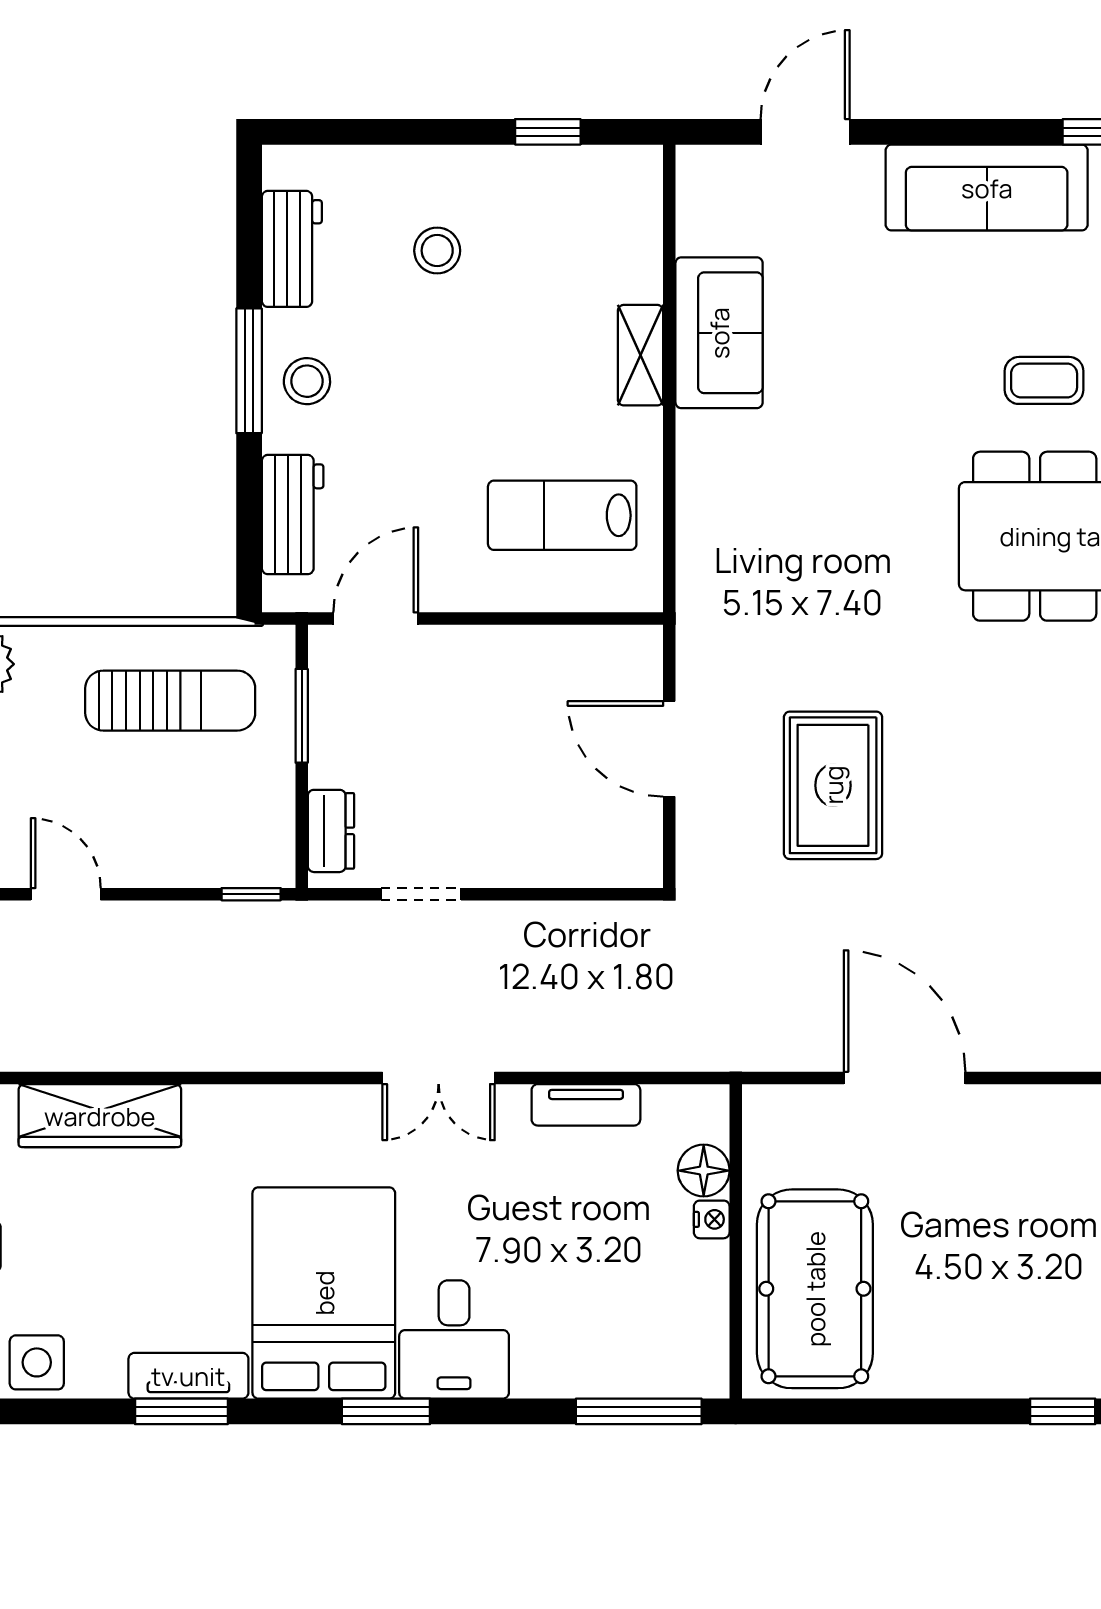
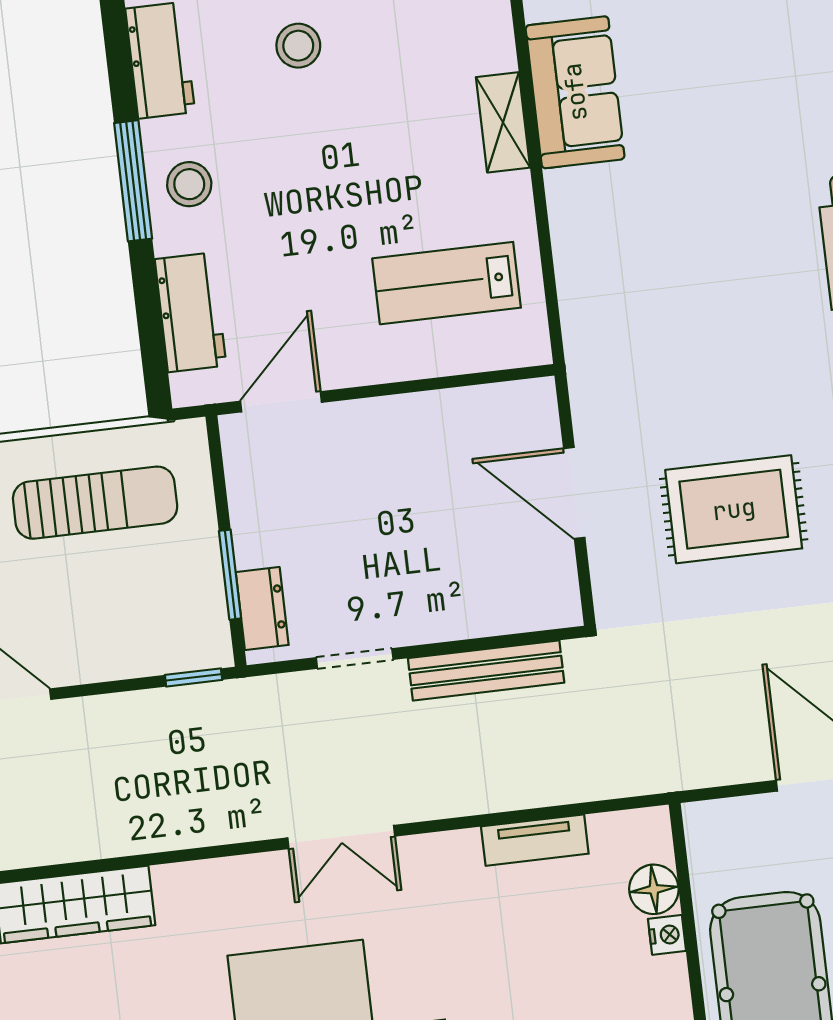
window: (302, 716) -> (230, 575), moved
rug: (833, 785) -> (734, 509), turned 90
bench: (556, 923) -> (486, 670), added
double door: (439, 1078) -> (341, 837), moved

